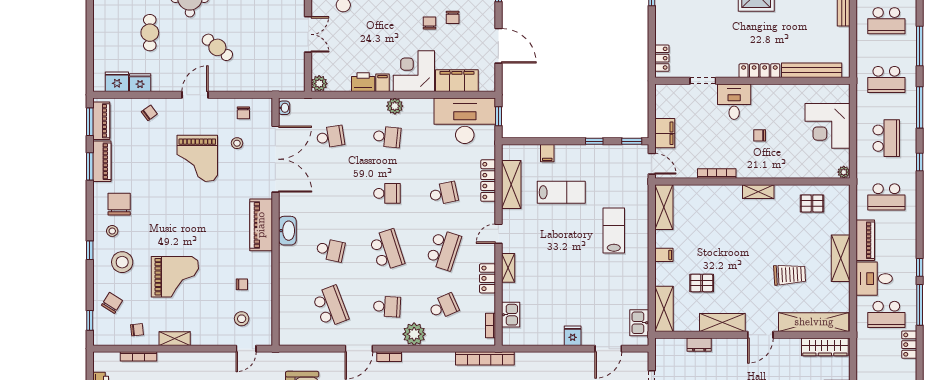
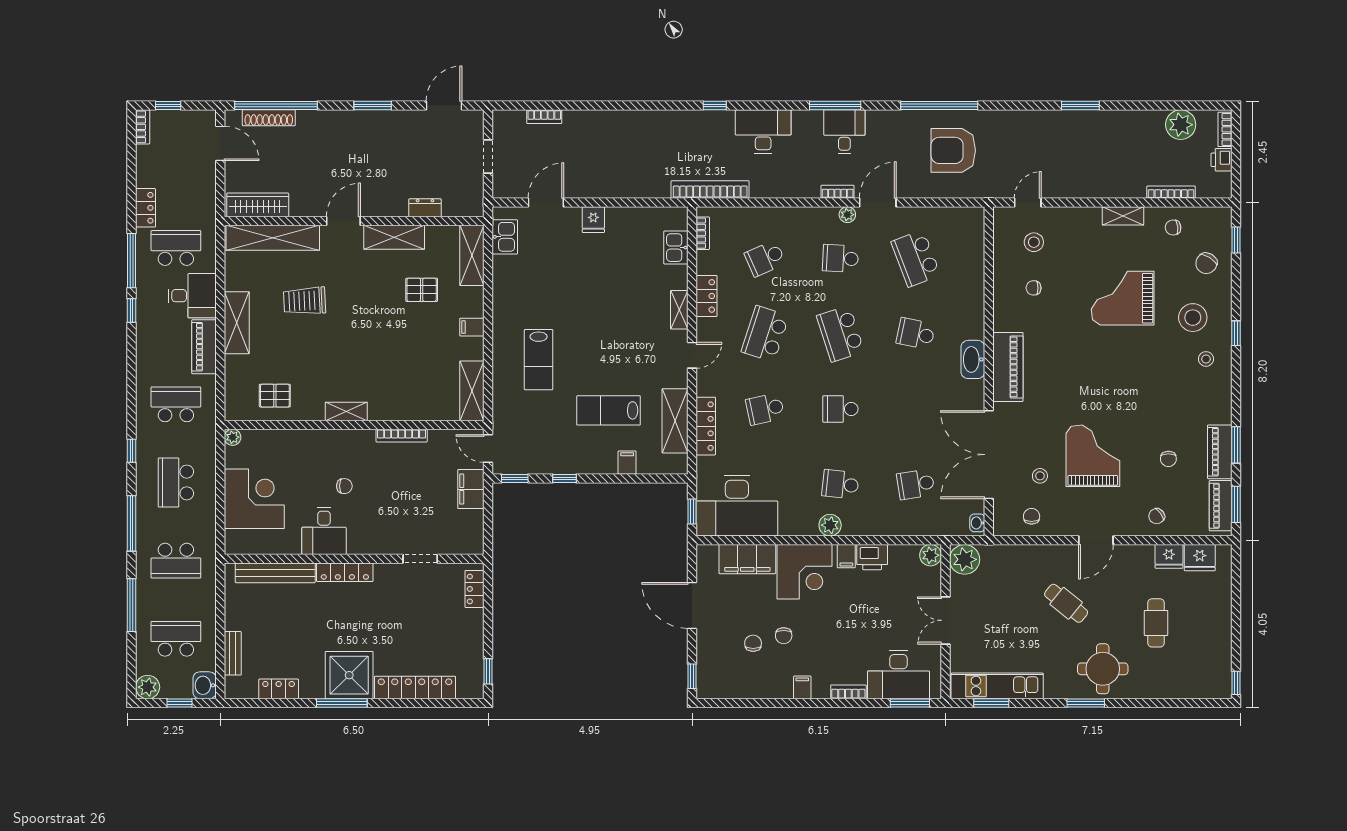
school desk: (886, 79) -> (176, 561), turned 180
plant: (294, 80) -> (965, 559), added
desk: (734, 102) -> (324, 531), moved
chair: (119, 204) -> (1168, 459), moved, width x0.54, depth x0.54
plant: (414, 334) -> (847, 215), moved, width x0.53, depth x0.53

